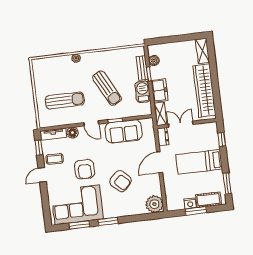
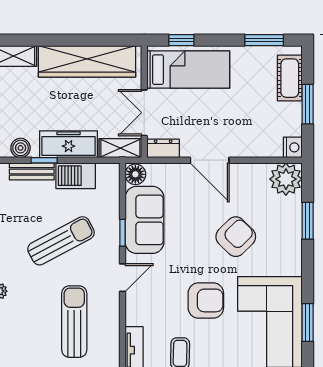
freezer: (160, 90) -> (69, 144), width x1.40
floor lamp: (72, 133) -> (135, 174), moved
bed: (199, 162) -> (188, 70), moved, turned -90
nightstand: (190, 204) -> (293, 147), moved
window: (108, 221) -> (308, 221), moved

